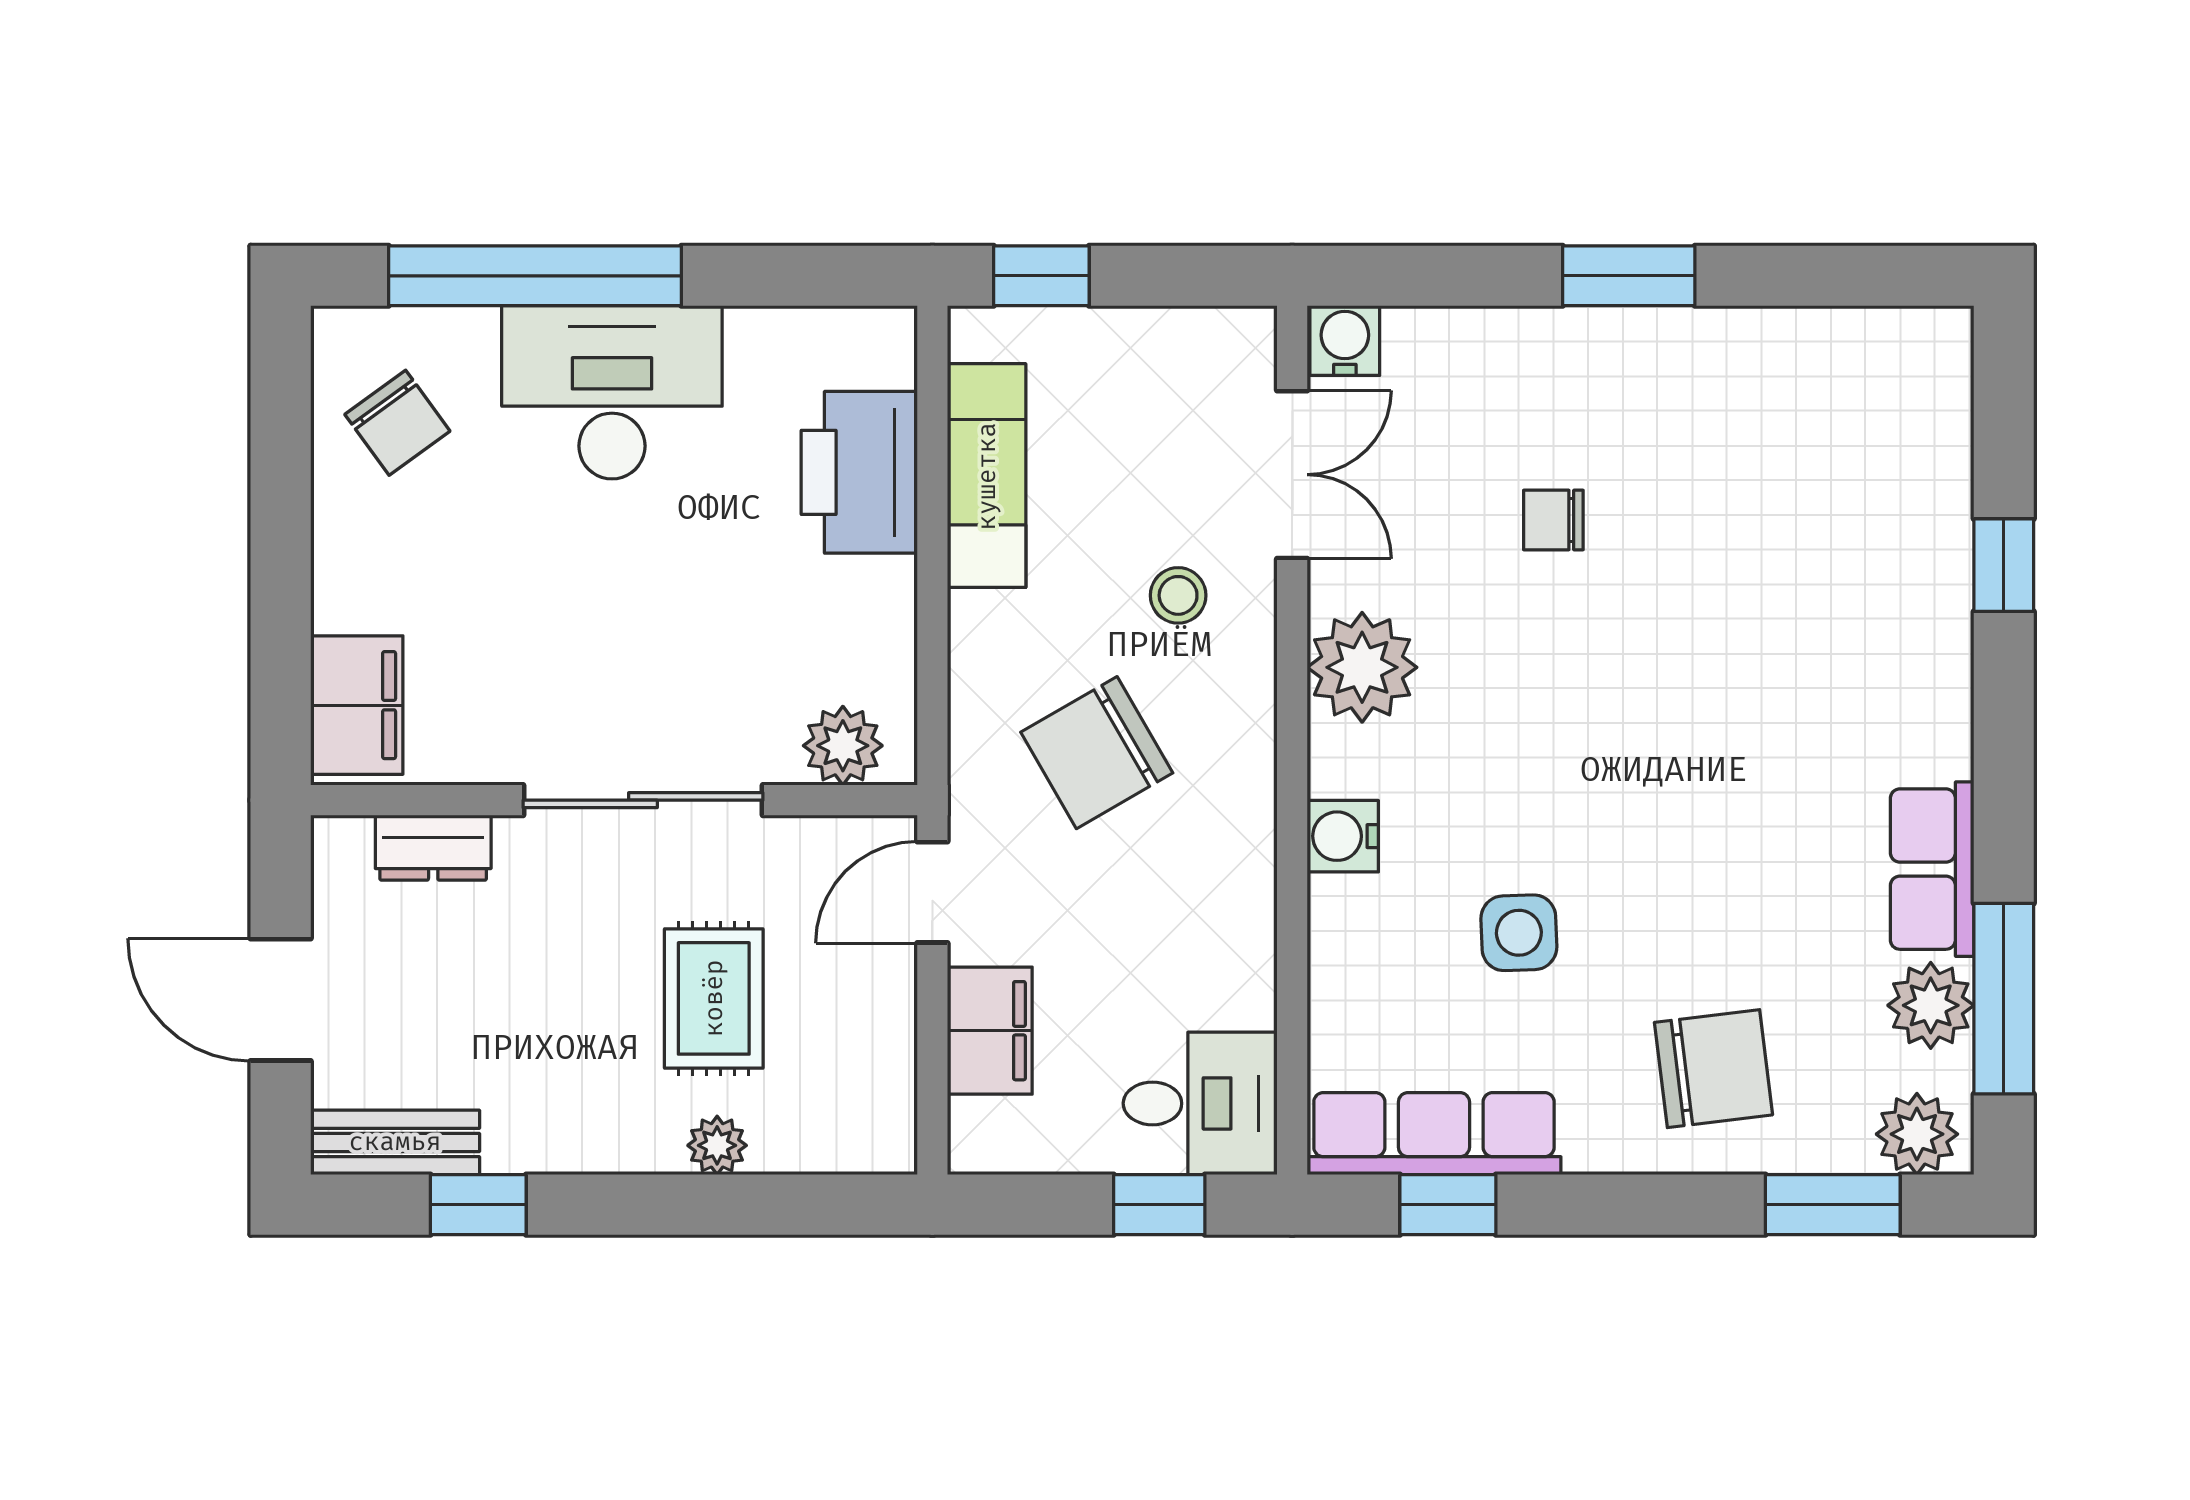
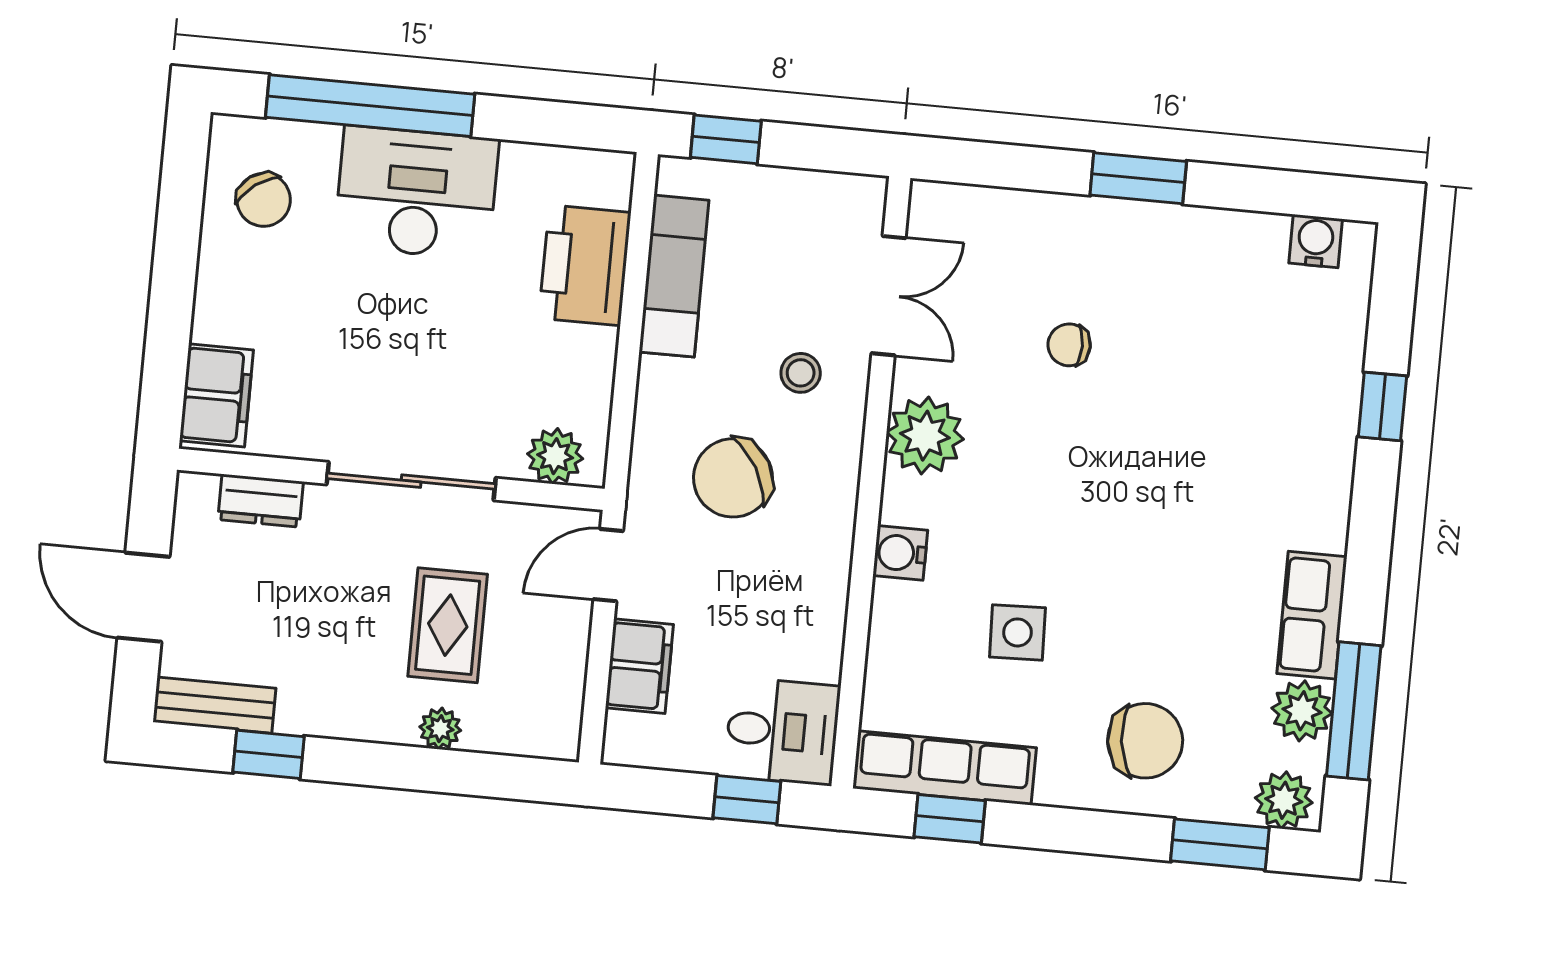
water cooler: (1345, 341) -> (1316, 241), moved

